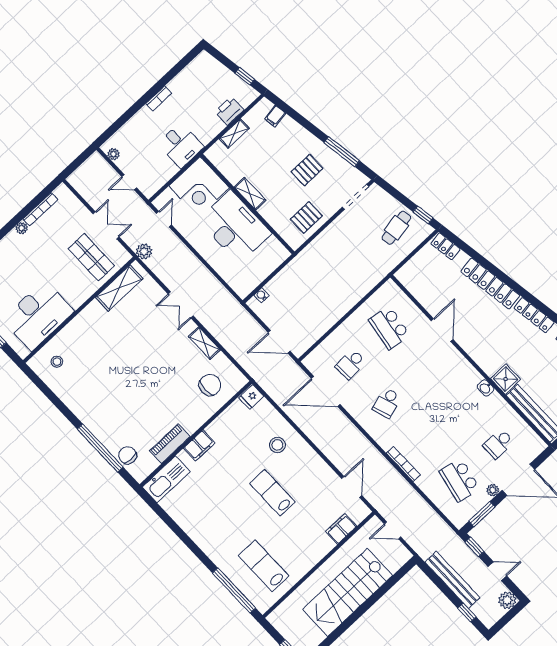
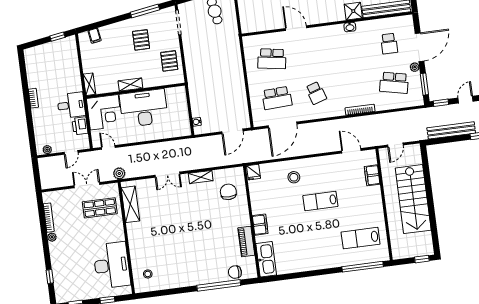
printer: (229, 111) -> (80, 126), moved
shelving: (234, 133) -> (89, 84), moved
school desk: (351, 364) -> (277, 98), width x1.85

